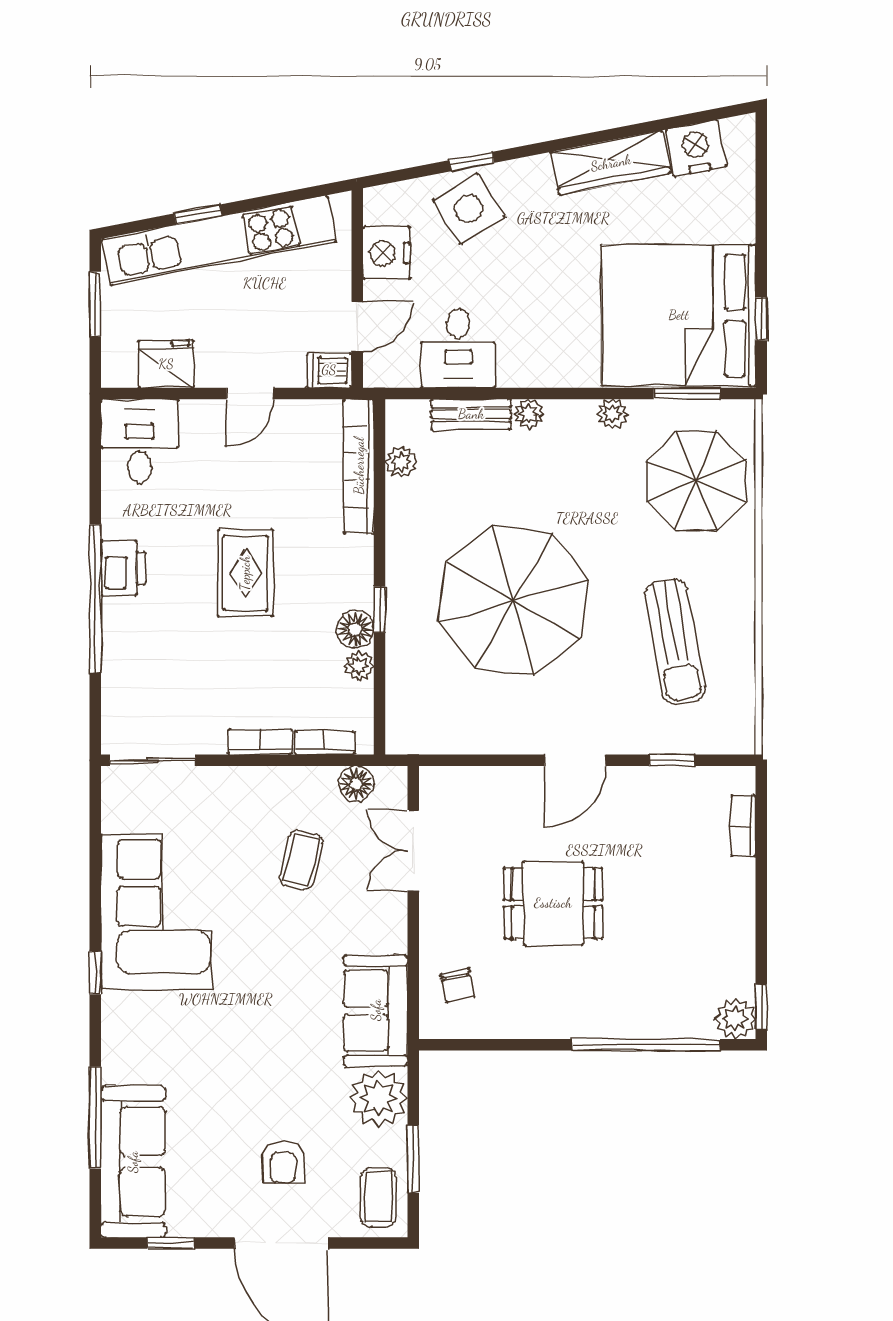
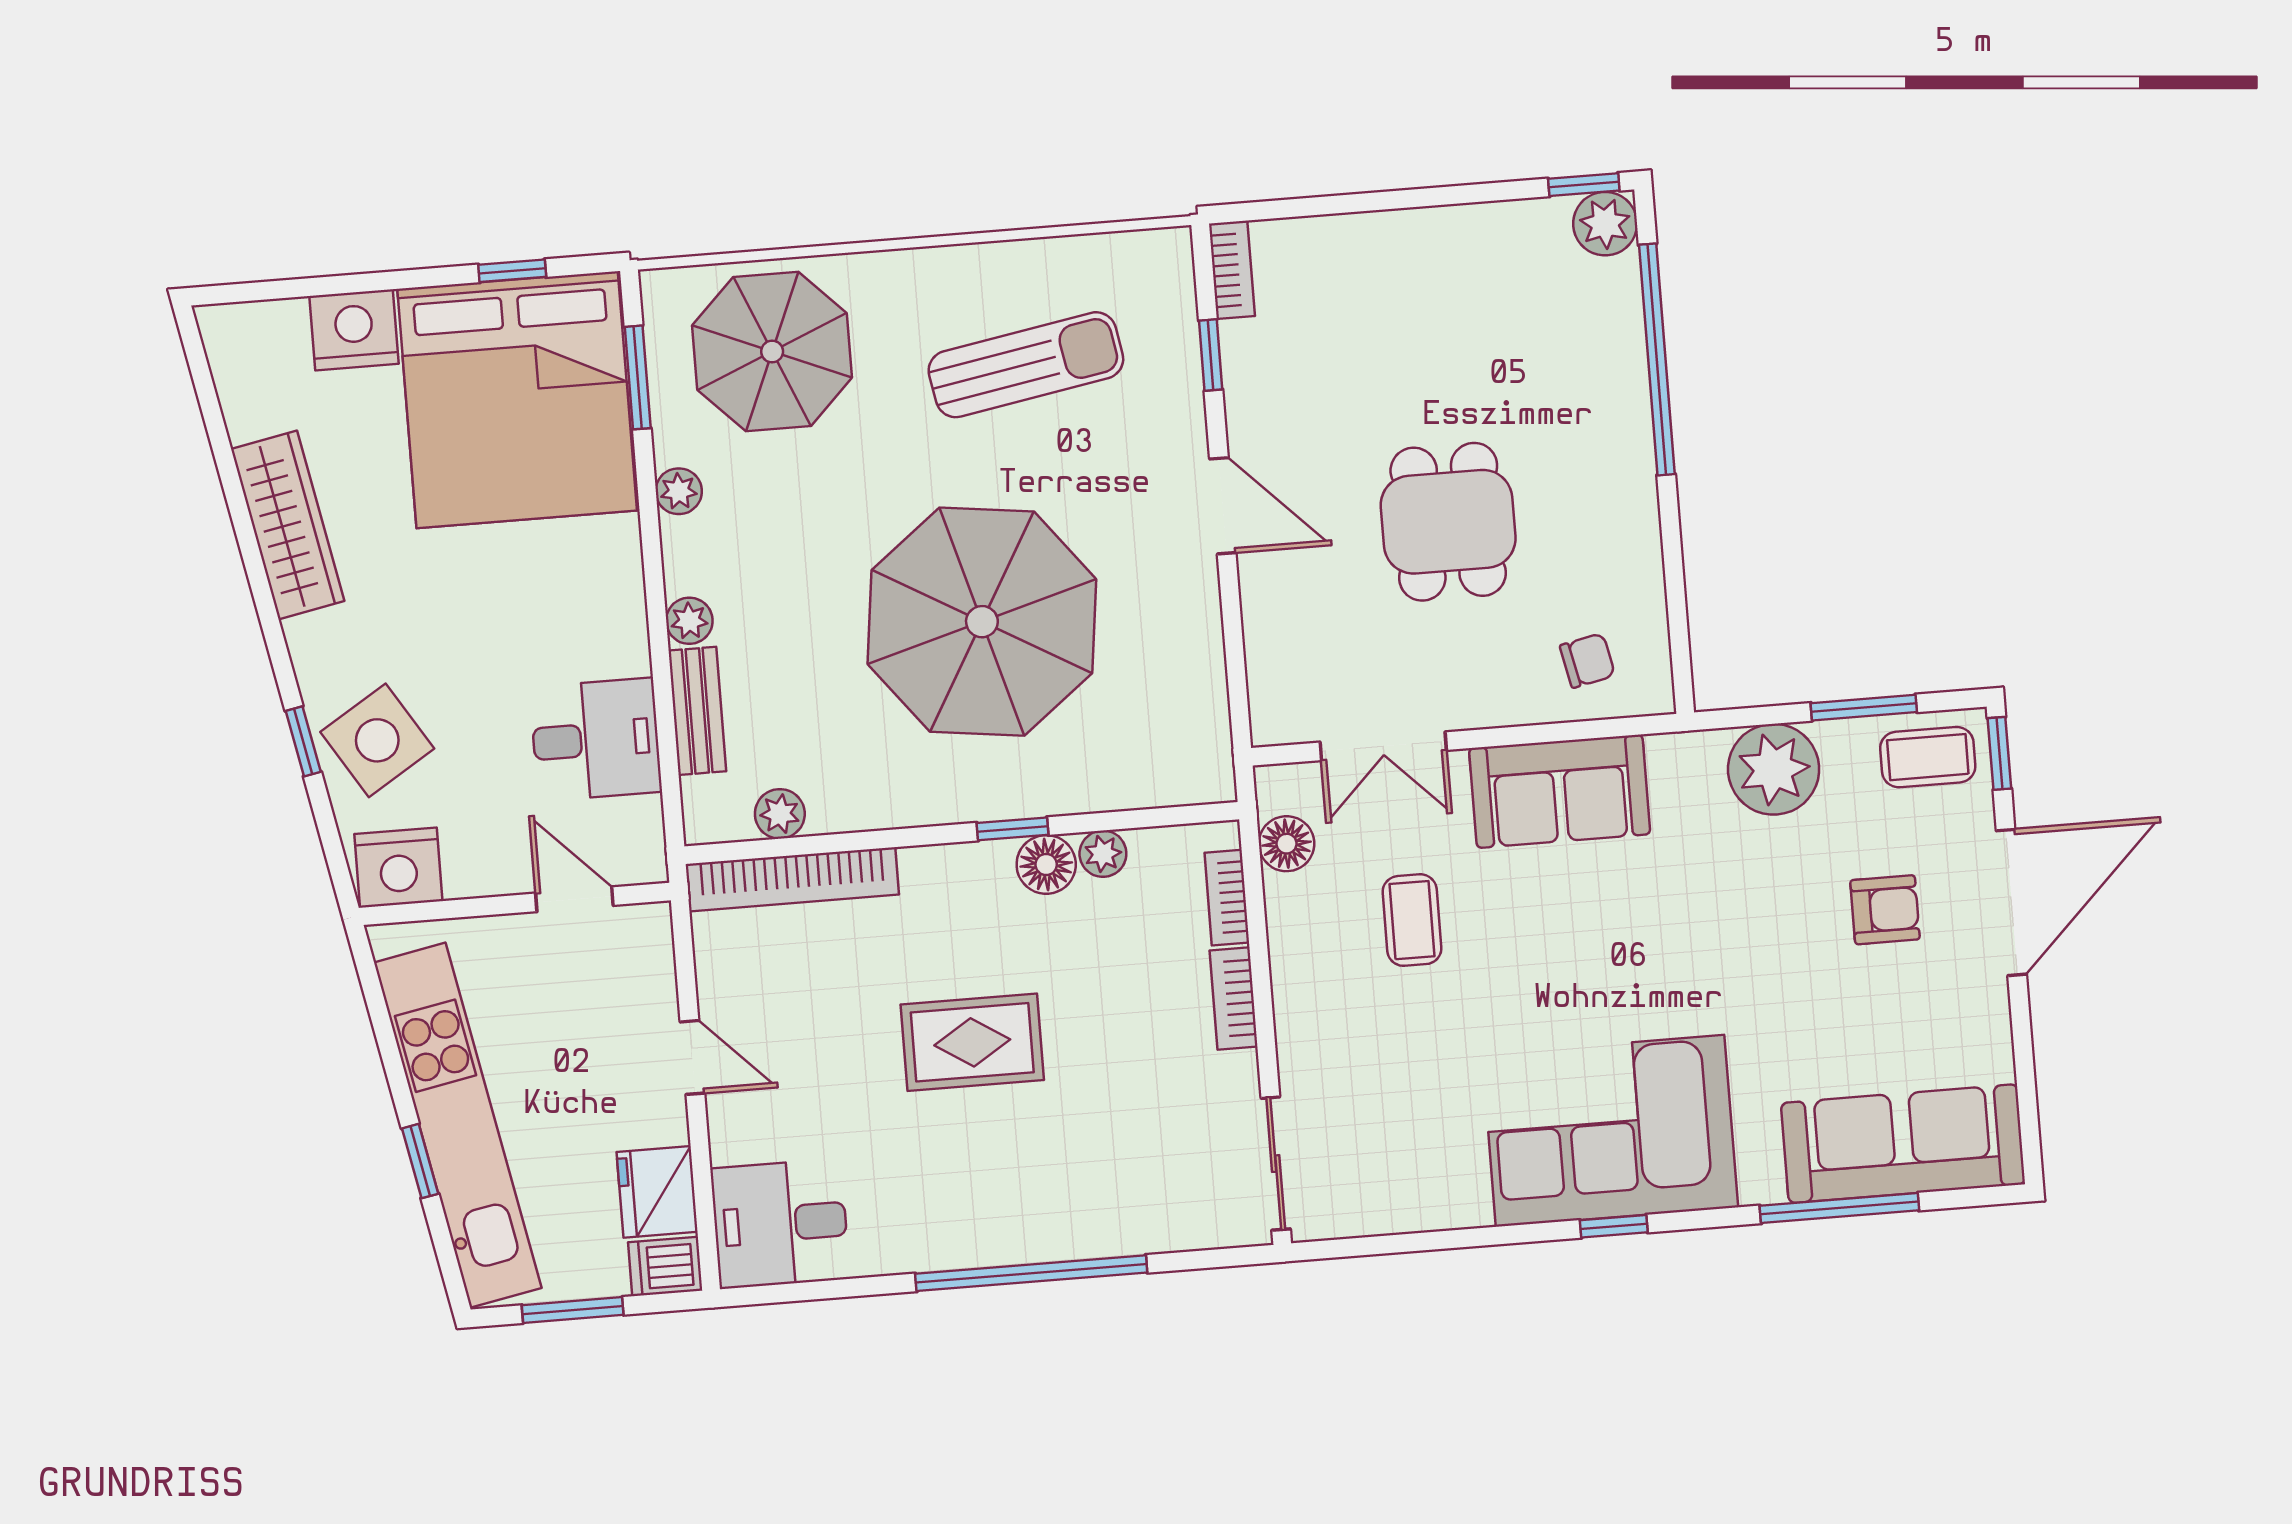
nightstand: (696, 148) -> (354, 330), moved, turned 101
nightstand: (386, 253) -> (398, 868), moved
dishwasher: (329, 370) -> (665, 1266), moved, turned 90
printer: (123, 568) -> (980, 1233), removed
bookcase: (743, 826) -> (1232, 270), moved, turned -90
coffee table: (301, 860) -> (1412, 920), turned 76
corner sofa: (156, 912) -> (1610, 1131), moved
sofa: (376, 1010) -> (1560, 791), moved
window: (171, 1243) -> (1999, 753), moved

